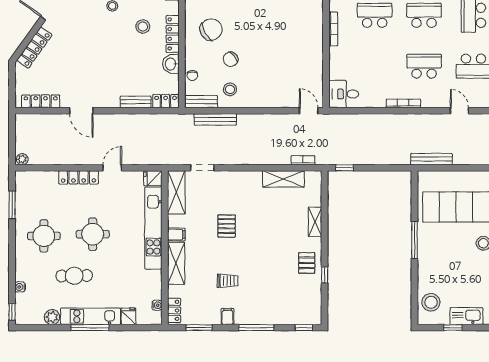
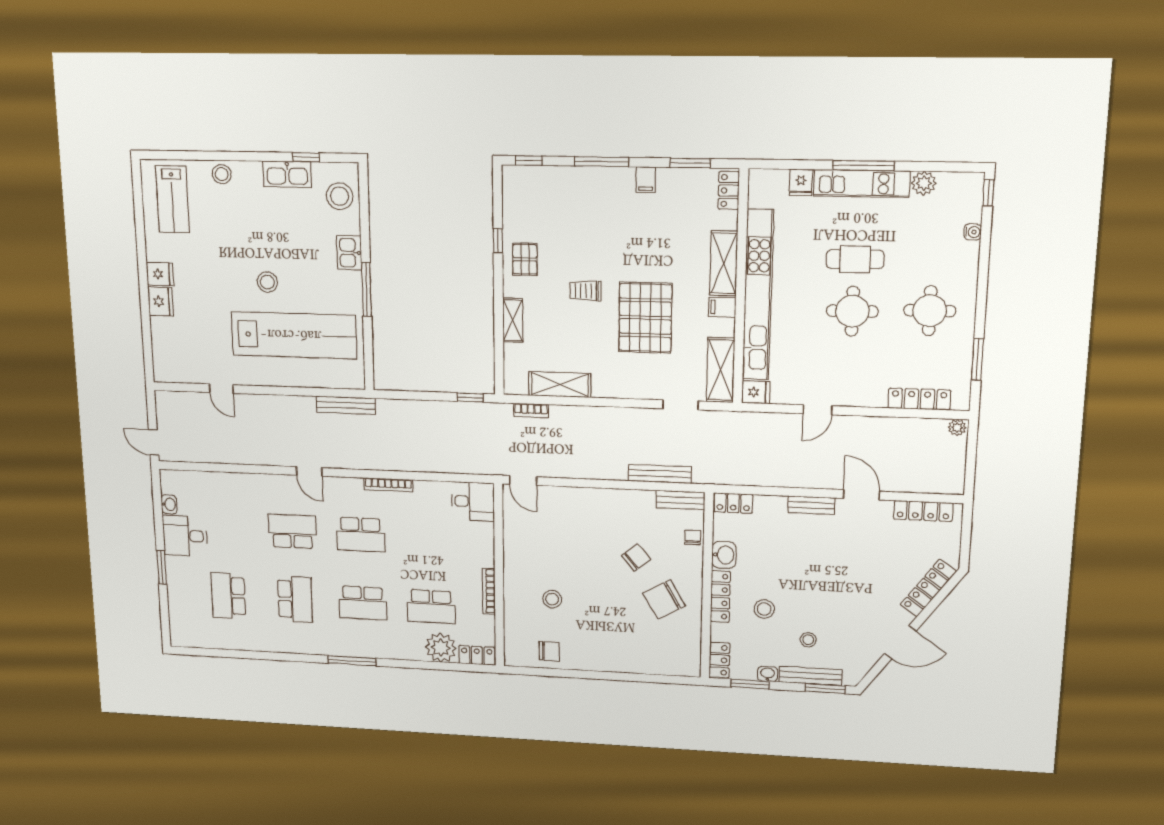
stool: (230, 89) -> (552, 599), moved
bench: (136, 102) -> (811, 505), moved
locker: (78, 177) -> (919, 399), moved
pallet: (227, 226) -> (645, 318), width x2.05, depth x2.00
kitchen unit: (153, 228) -> (758, 295), width x1.36
kitchen sink: (426, 265) -> (349, 253), added
cafe table: (74, 276) -> (855, 259), moved
trolley: (228, 281) -> (585, 291), moved
water cooler: (157, 305) -> (755, 199), removed

